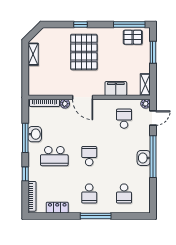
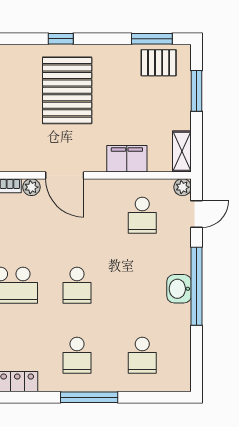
window: (129, 24) -> (152, 39), width x0.69
school desk: (124, 119) -> (142, 215), turned 180
school desk: (89, 156) -> (77, 285), turned 180

